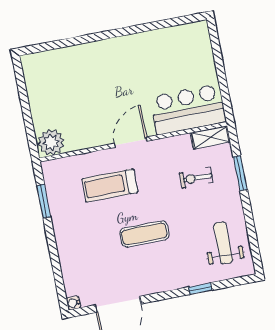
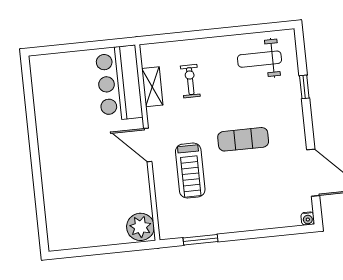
shelving: (211, 137) -> (152, 87), moved
window: (240, 173) -> (189, 35), removed
exercise bike: (196, 178) -> (190, 81), turned 180
exercise mat: (144, 234) -> (243, 139), turned 90

